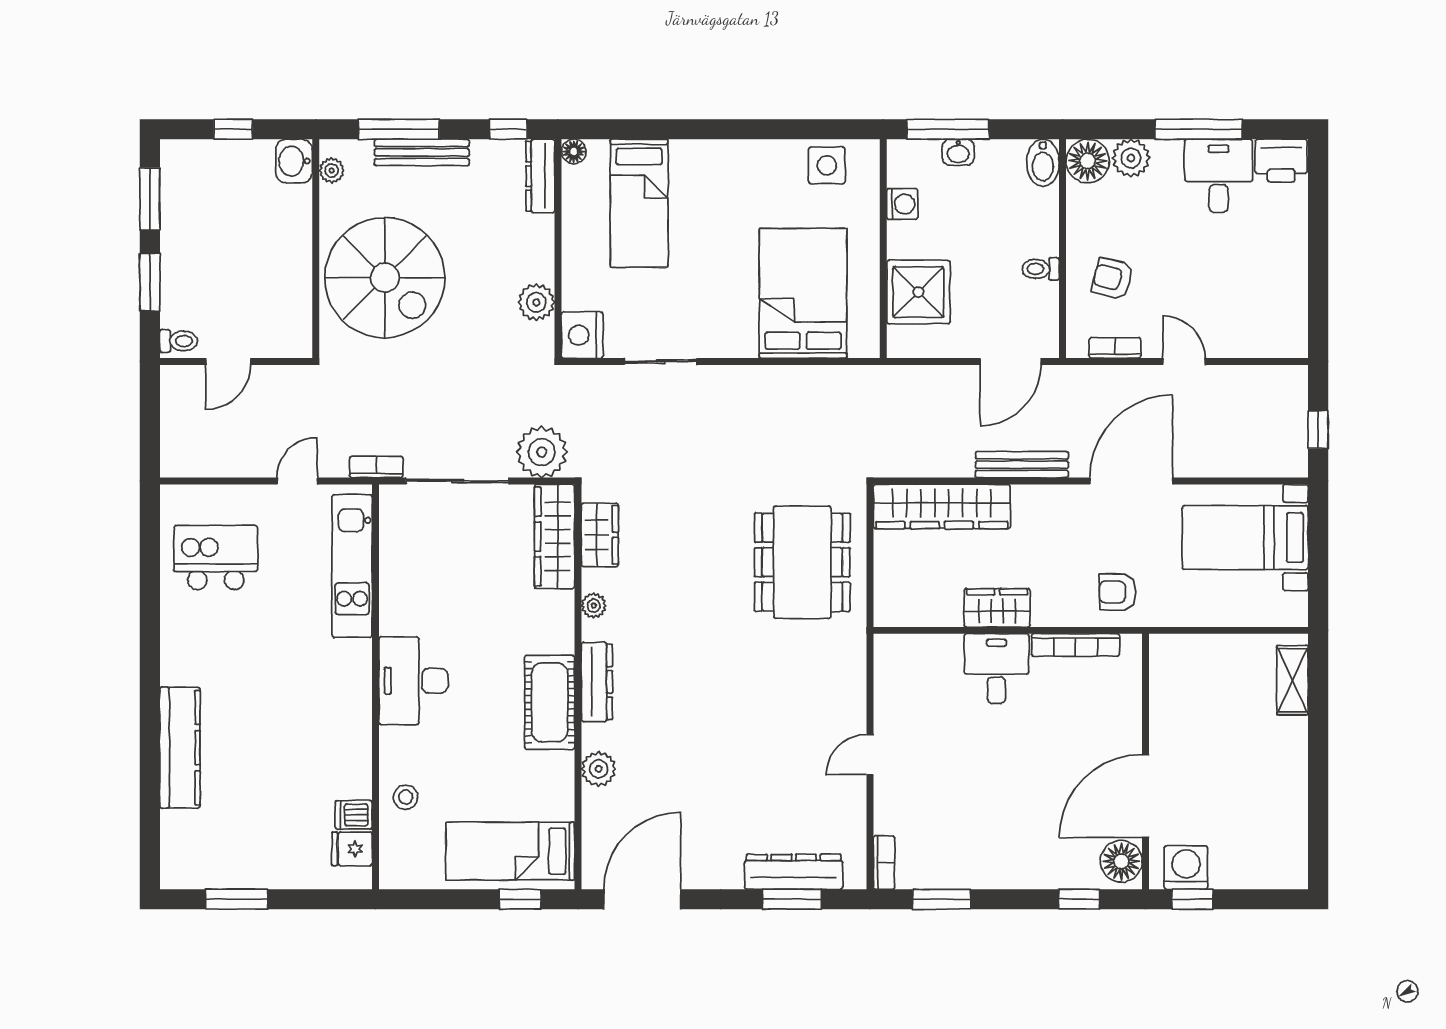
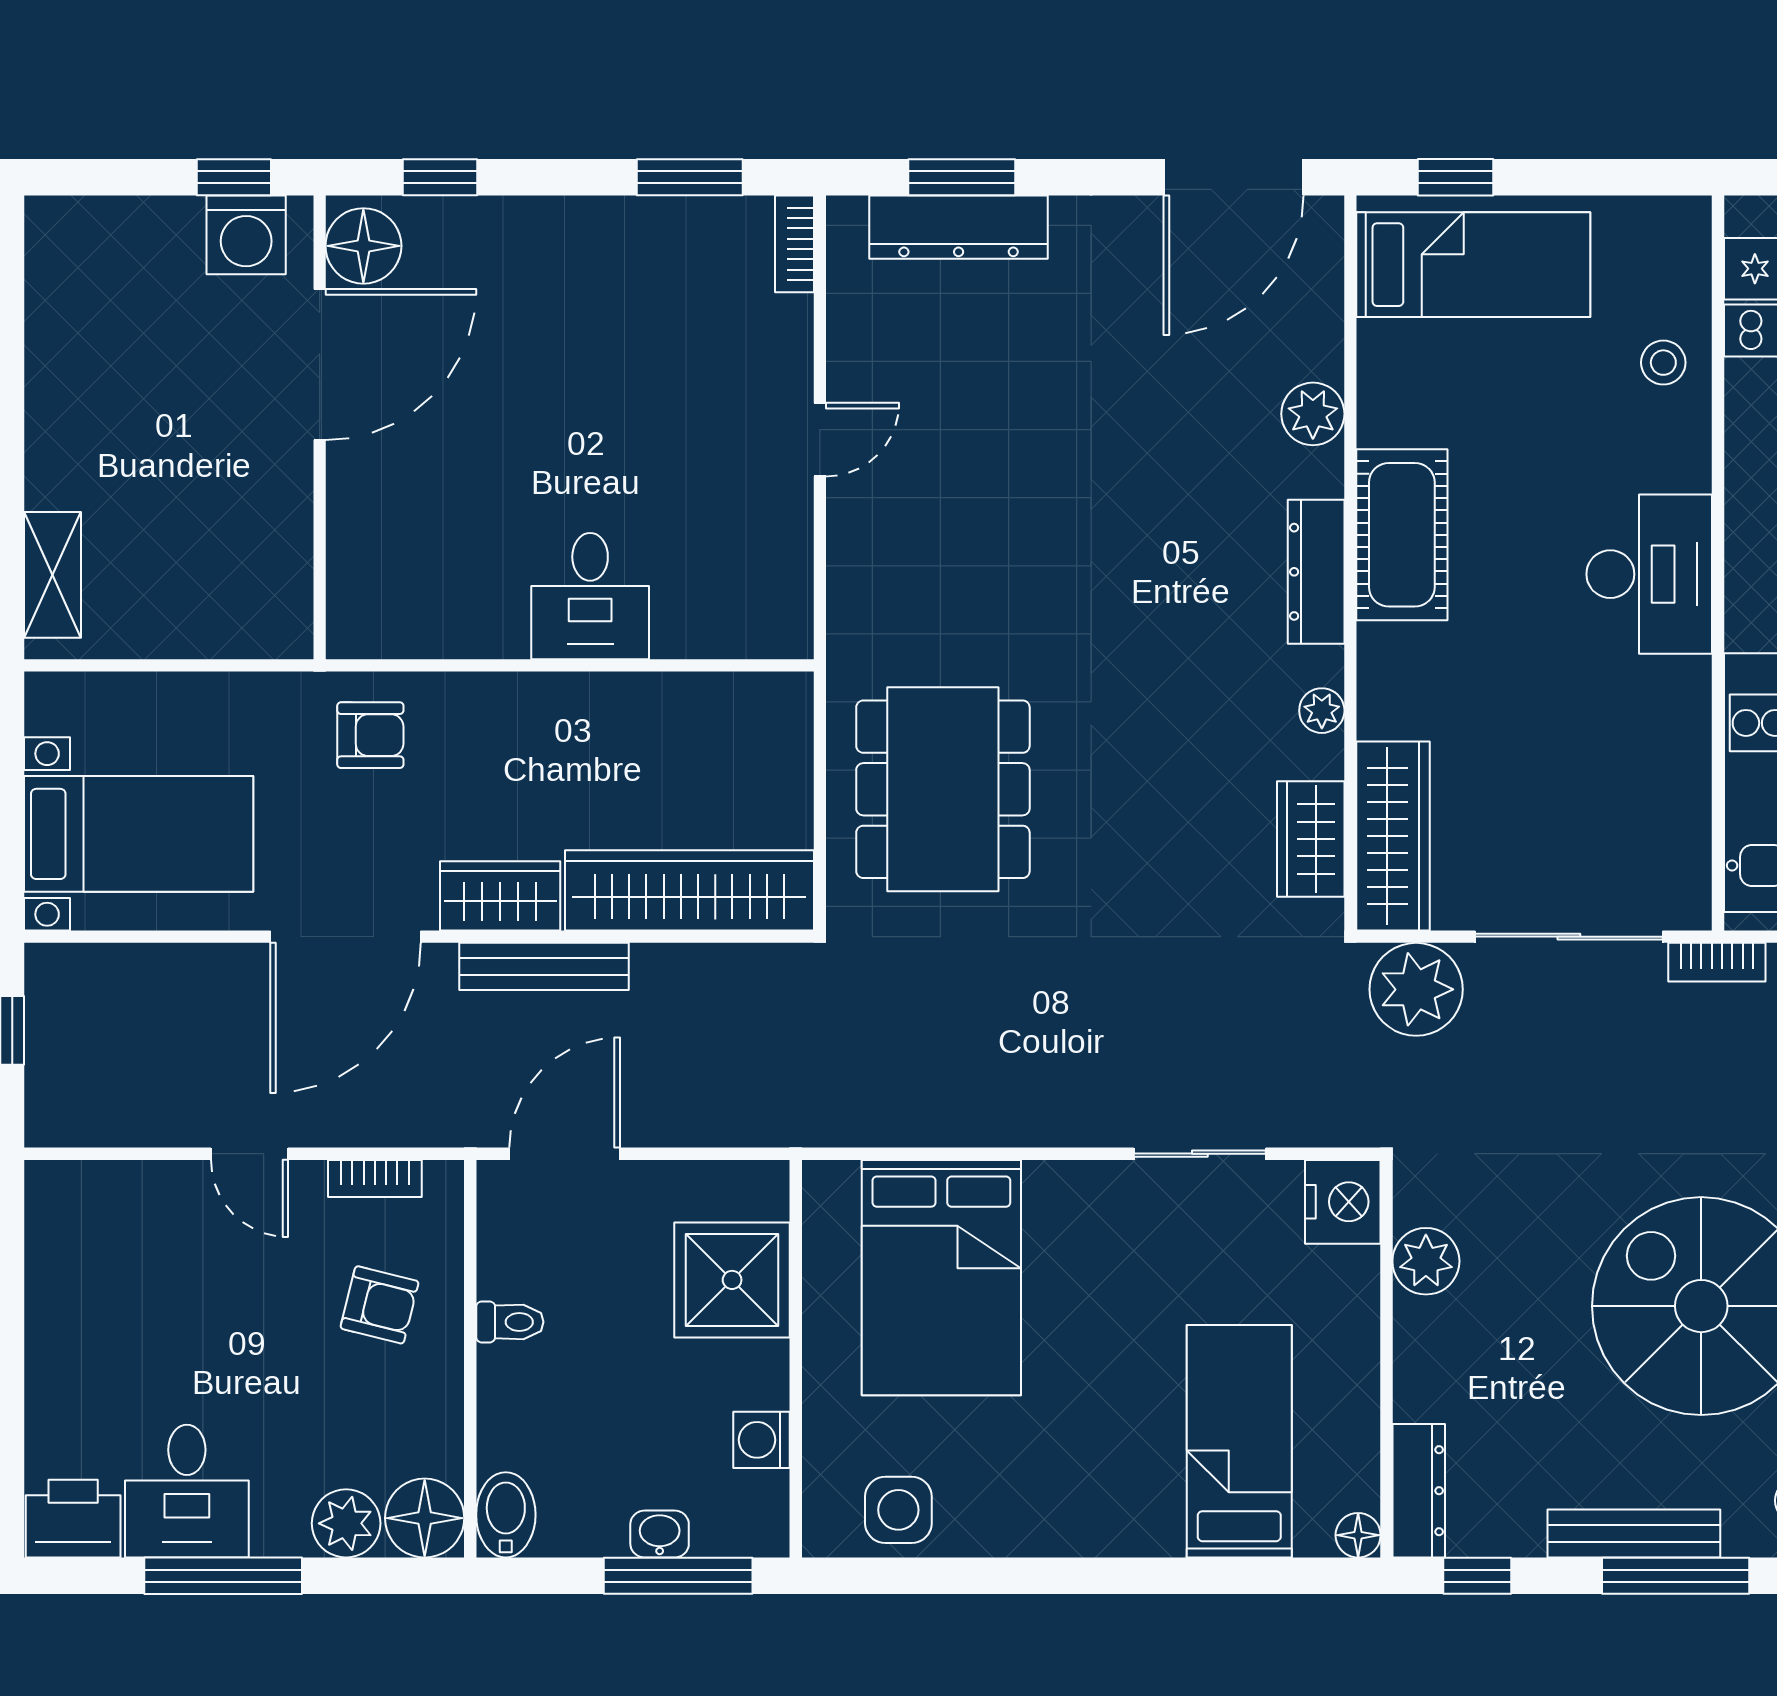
wardrobe: (997, 608) -> (500, 896), moved, turned 180
bookcase: (1076, 645) -> (446, 639), removed

